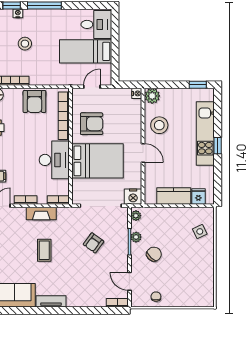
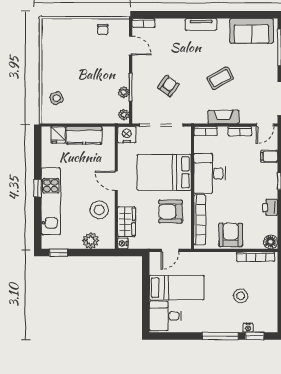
plant: (152, 96) -> (91, 241), moved
wardrobe: (133, 114) -> (126, 222), added
coffee table: (44, 250) -> (220, 78), turned 61
chair: (154, 254) -> (105, 74), removed
tv unit: (51, 301) -> (201, 24), moved

